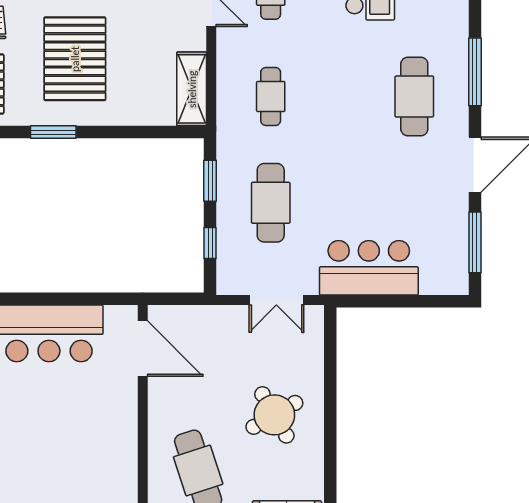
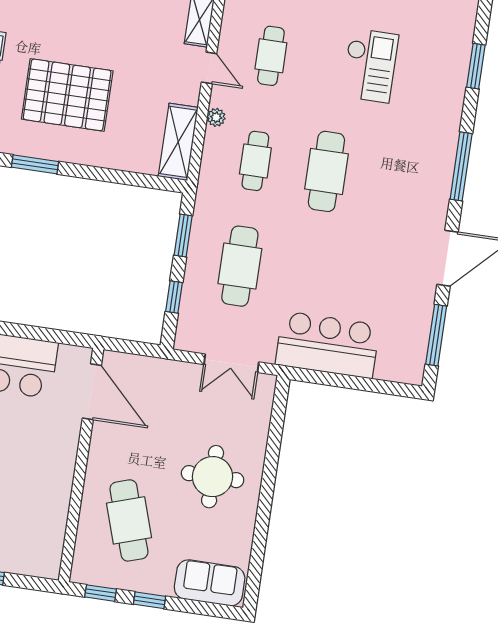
pallet: (75, 59) -> (67, 95), turned 90
plant: (225, 59) -> (216, 117), added
cafe table: (414, 96) -> (326, 171), moved
round table: (274, 415) -> (213, 477), turned 30

